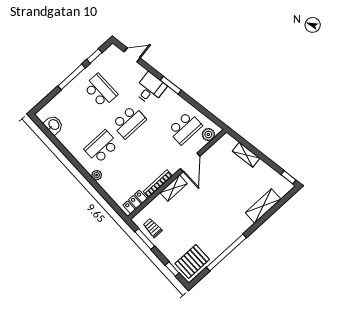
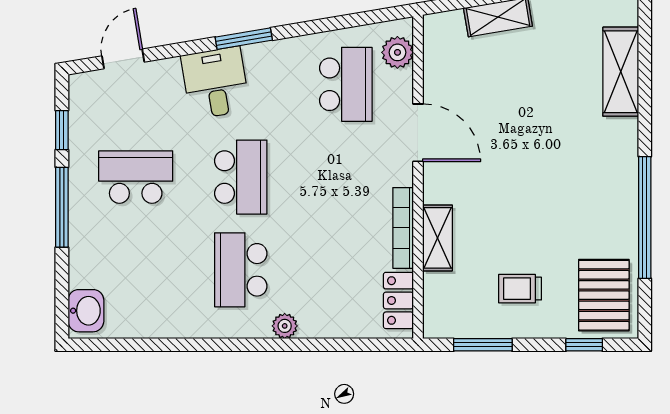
washbasin: (54, 125) -> (86, 311), moved, turned 90
shelving: (174, 188) -> (437, 238), moved
trolley: (153, 228) -> (520, 289), moved

